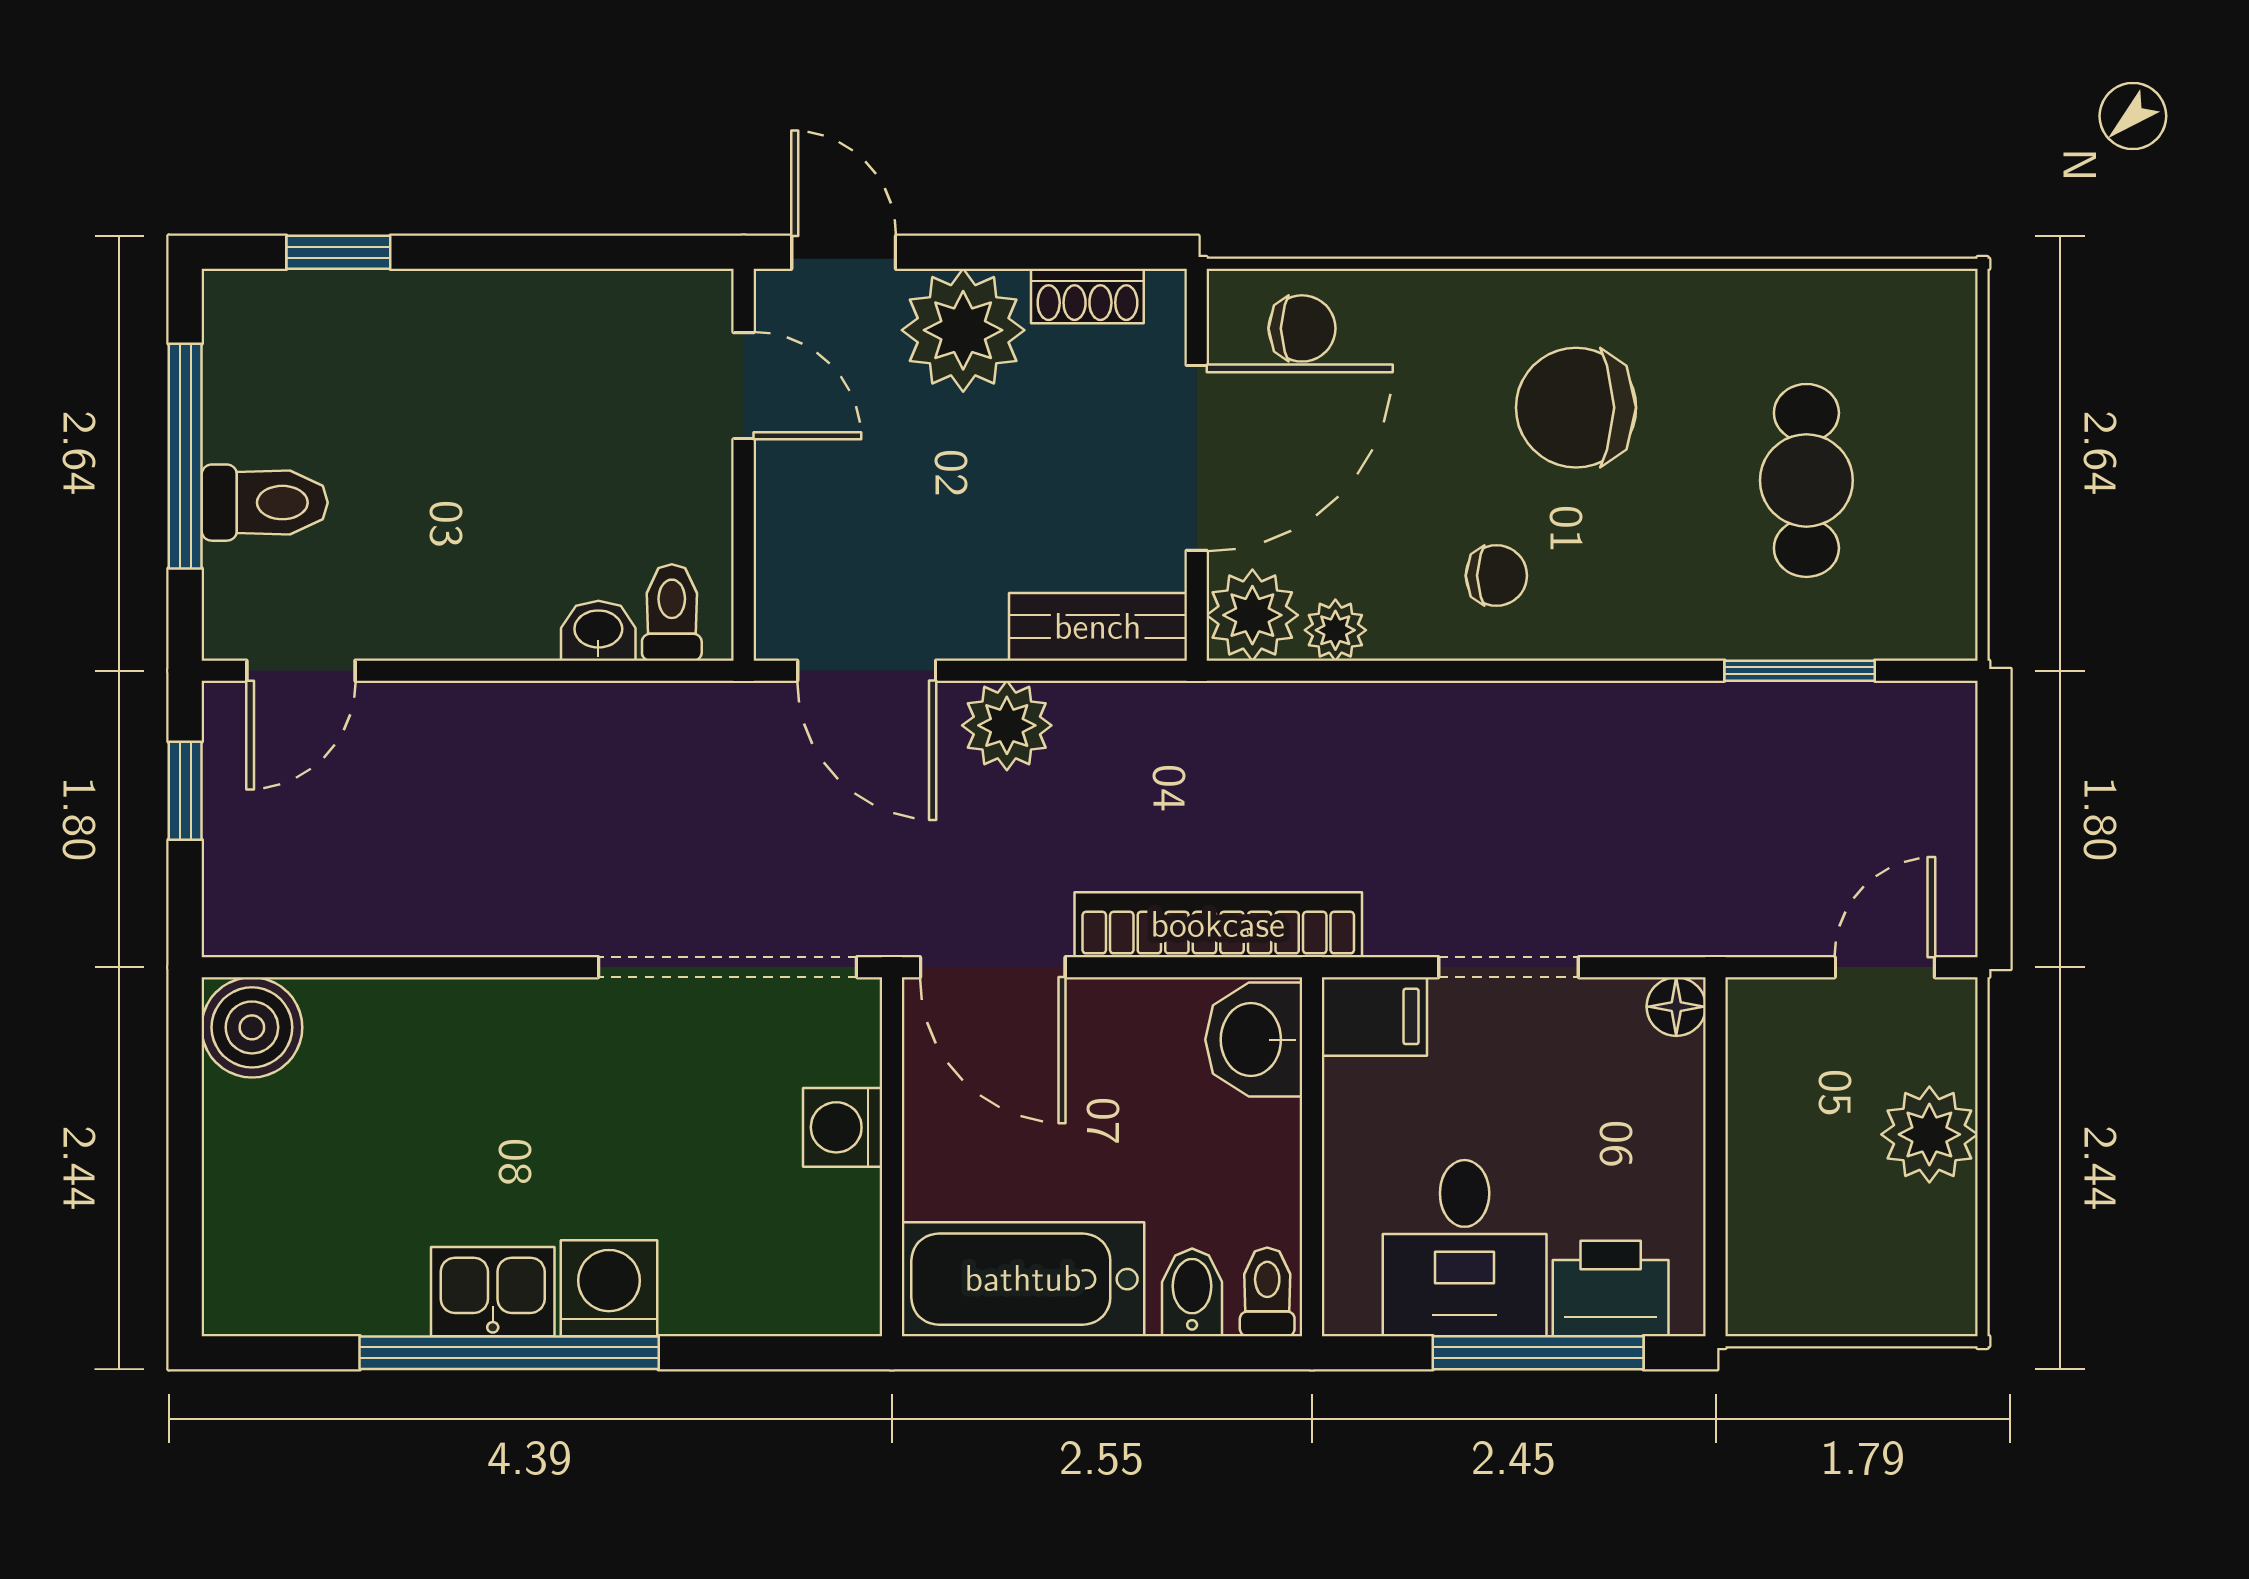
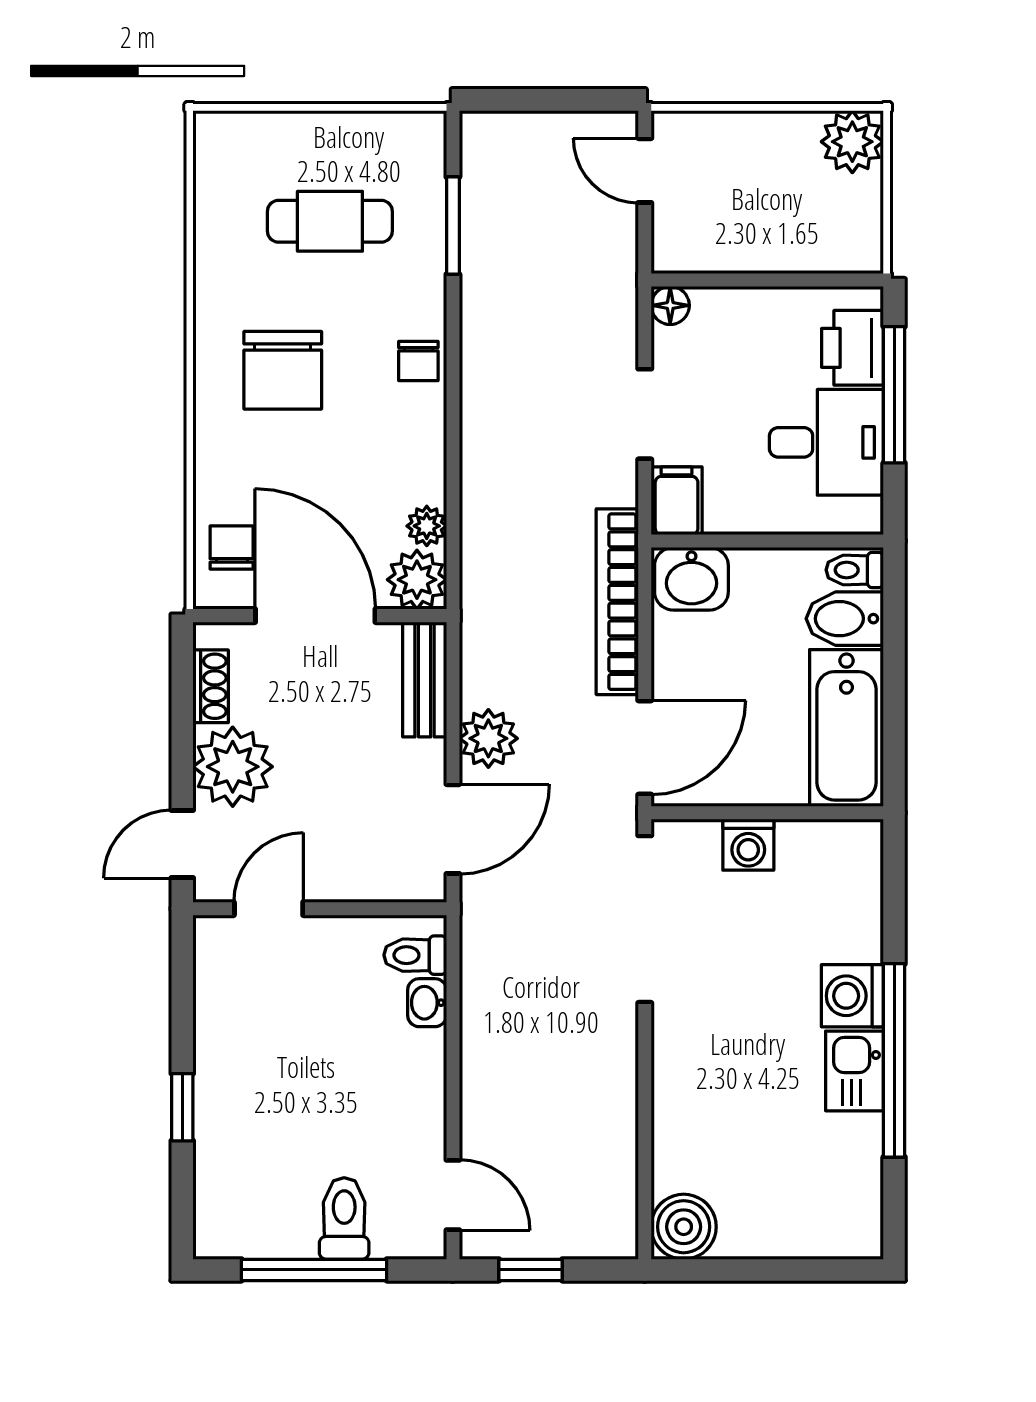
window: (338, 252) -> (182, 1107), moved
chair: (1496, 576) -> (418, 361), moved, turned 180
plant: (1929, 1134) -> (852, 142), moved
bidet: (1192, 1292) -> (845, 619), width x1.38, depth x1.36

